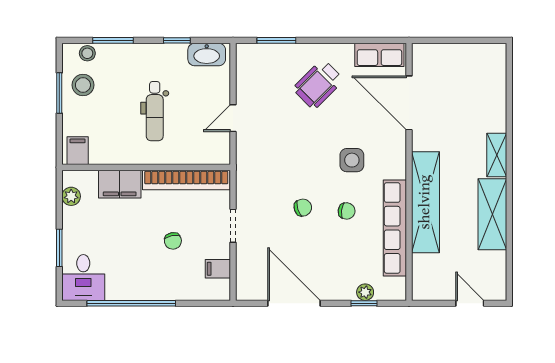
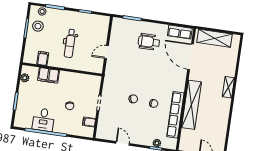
washbasin: (207, 54) -> (98, 20), removed
wheelchair: (318, 84) -> (149, 42), turned 45
filing cabinet: (78, 151) -> (43, 58), moved
side table: (352, 160) -> (160, 80), removed
bookcase: (186, 180) -> (80, 78), removed
shelving: (492, 214) -> (214, 38), moved, turned 90
desk: (83, 278) -> (43, 120), moved
door: (294, 303) -> (123, 143), width x0.53

